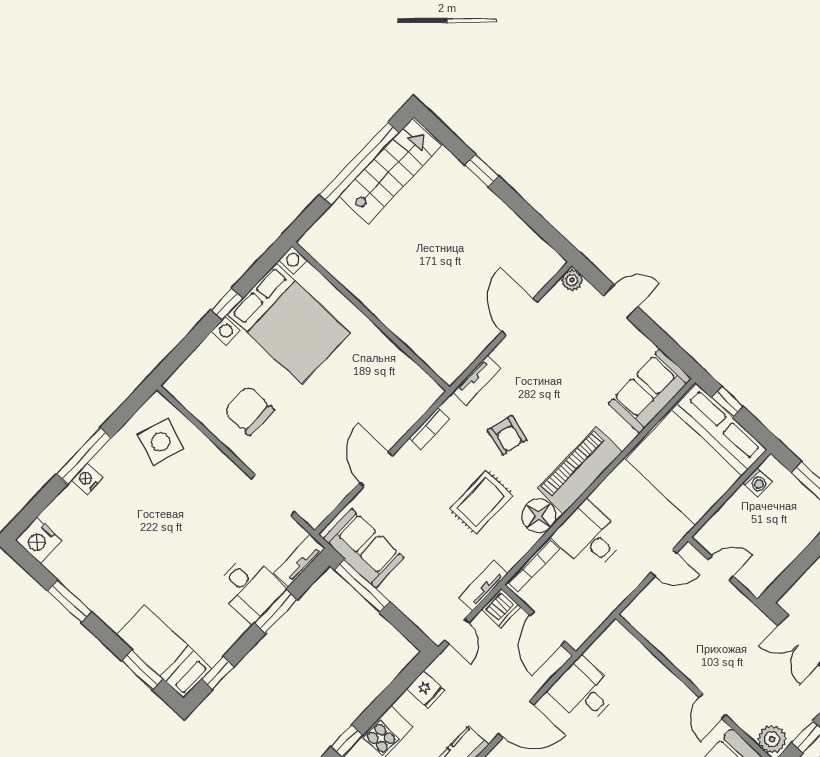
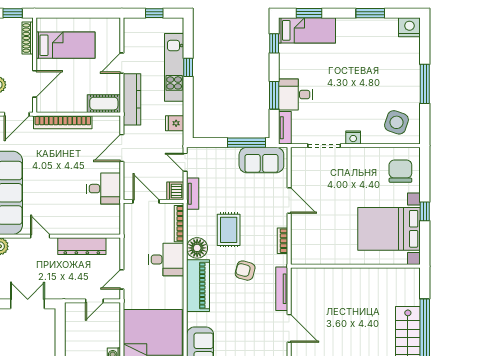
tv unit: (477, 380) -> (282, 289), width x1.41
chair: (249, 411) -> (400, 171), moved, turned -90
nightstand: (87, 479) -> (353, 137), moved, turned 90
dresser: (674, 647) -> (82, 246), added

